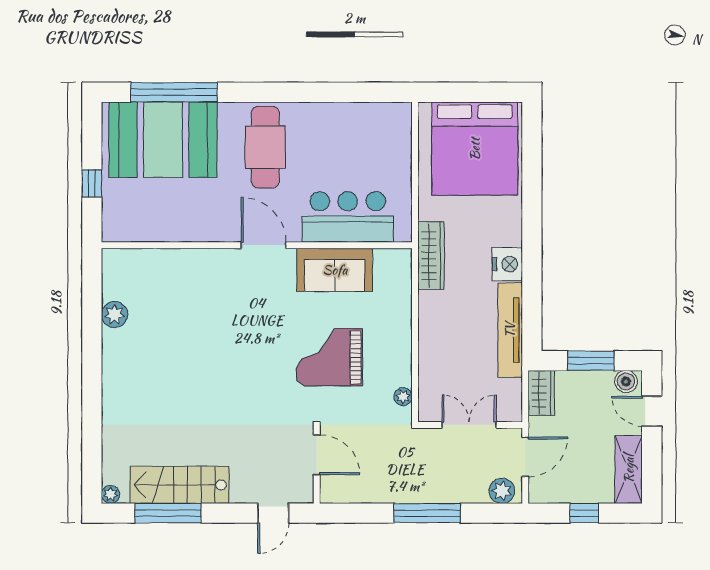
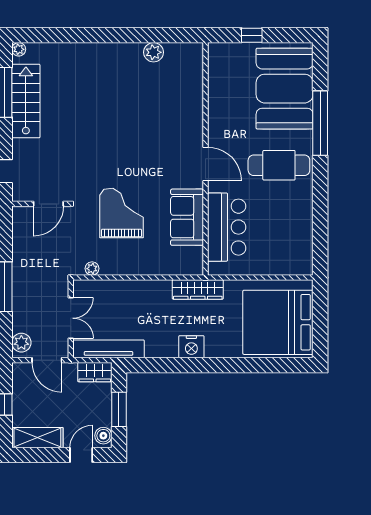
window: (174, 92) -> (320, 123), moved
door: (264, 245) -> (206, 164), hinge flipped
tv unit: (510, 330) -> (109, 349), moved

